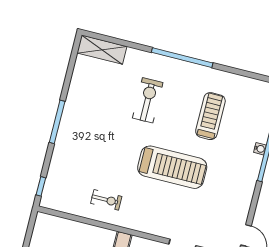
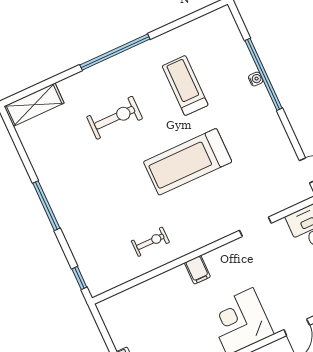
exercise bike: (148, 100) -> (115, 118), turned 90
treadmill: (172, 167) -> (188, 162), turned 180

